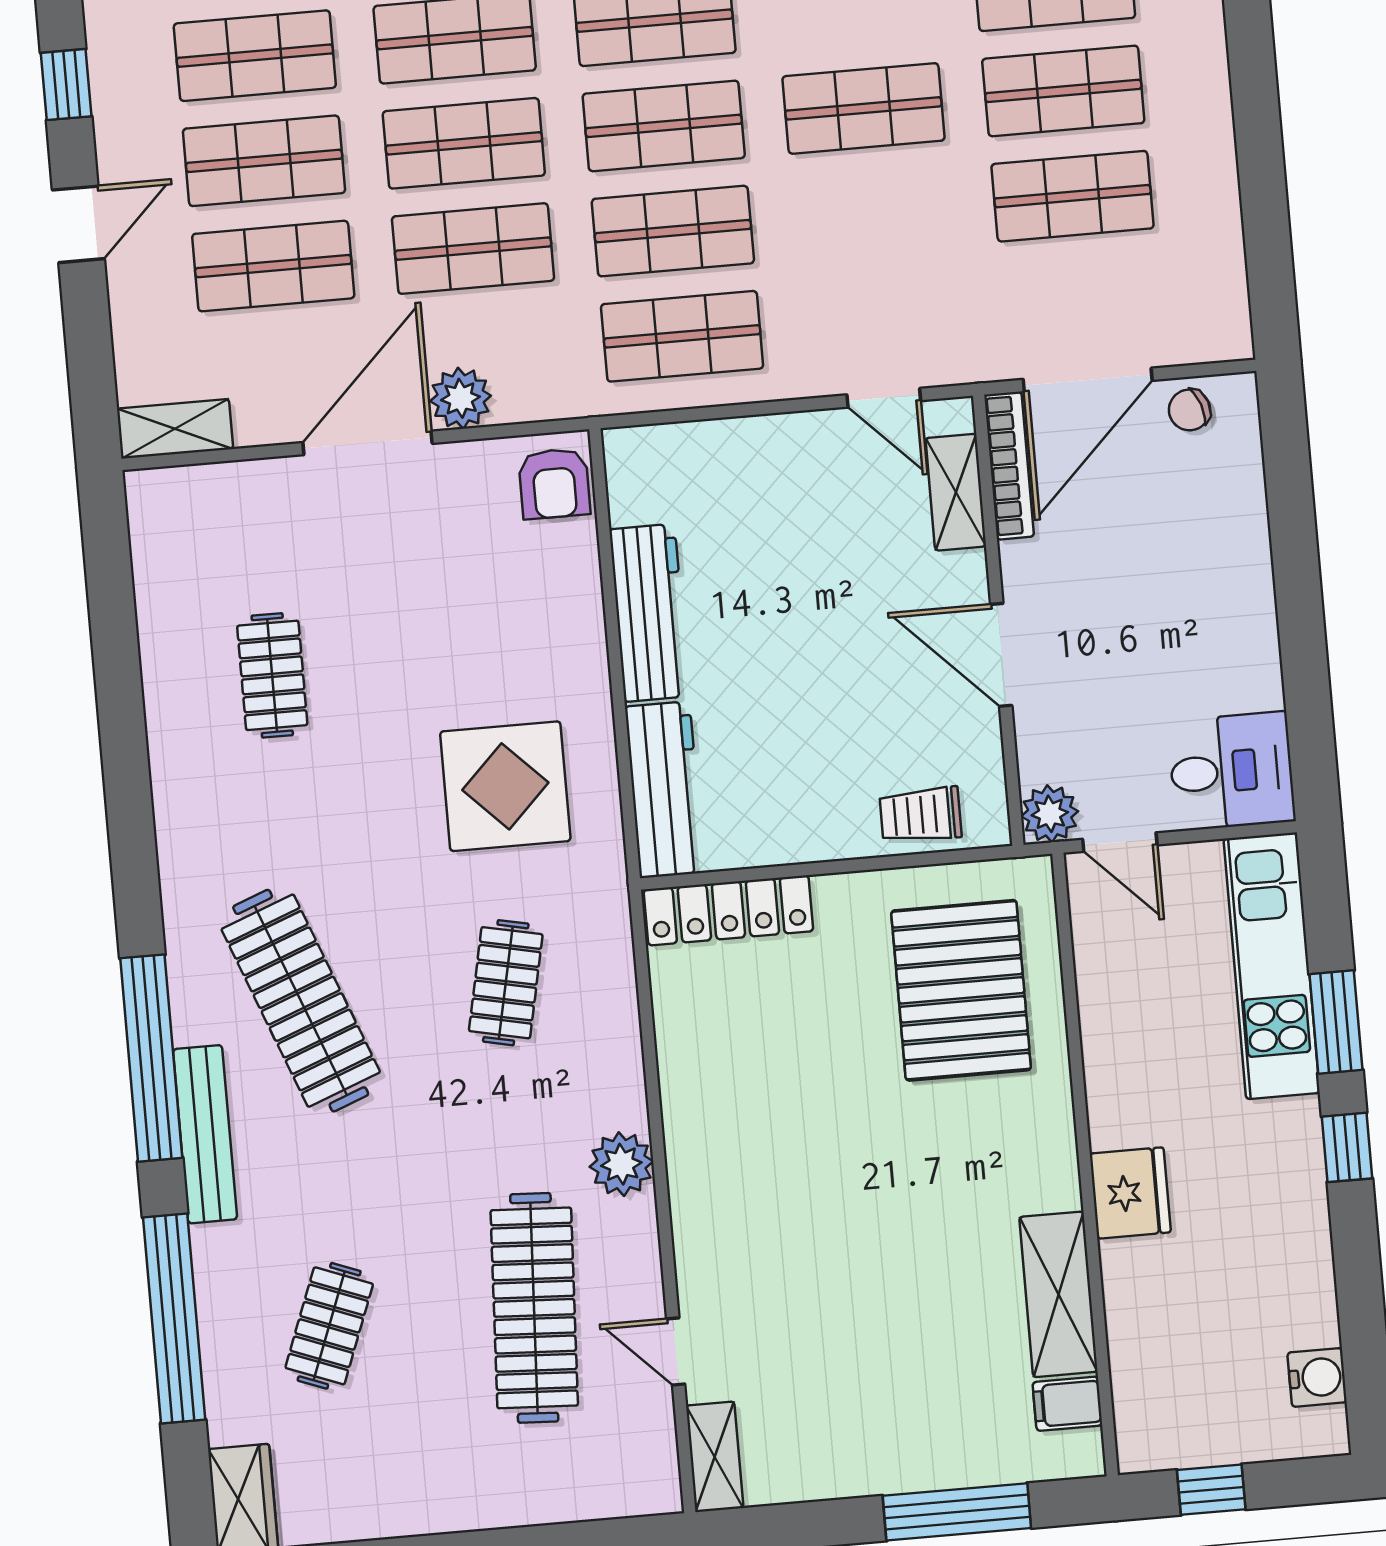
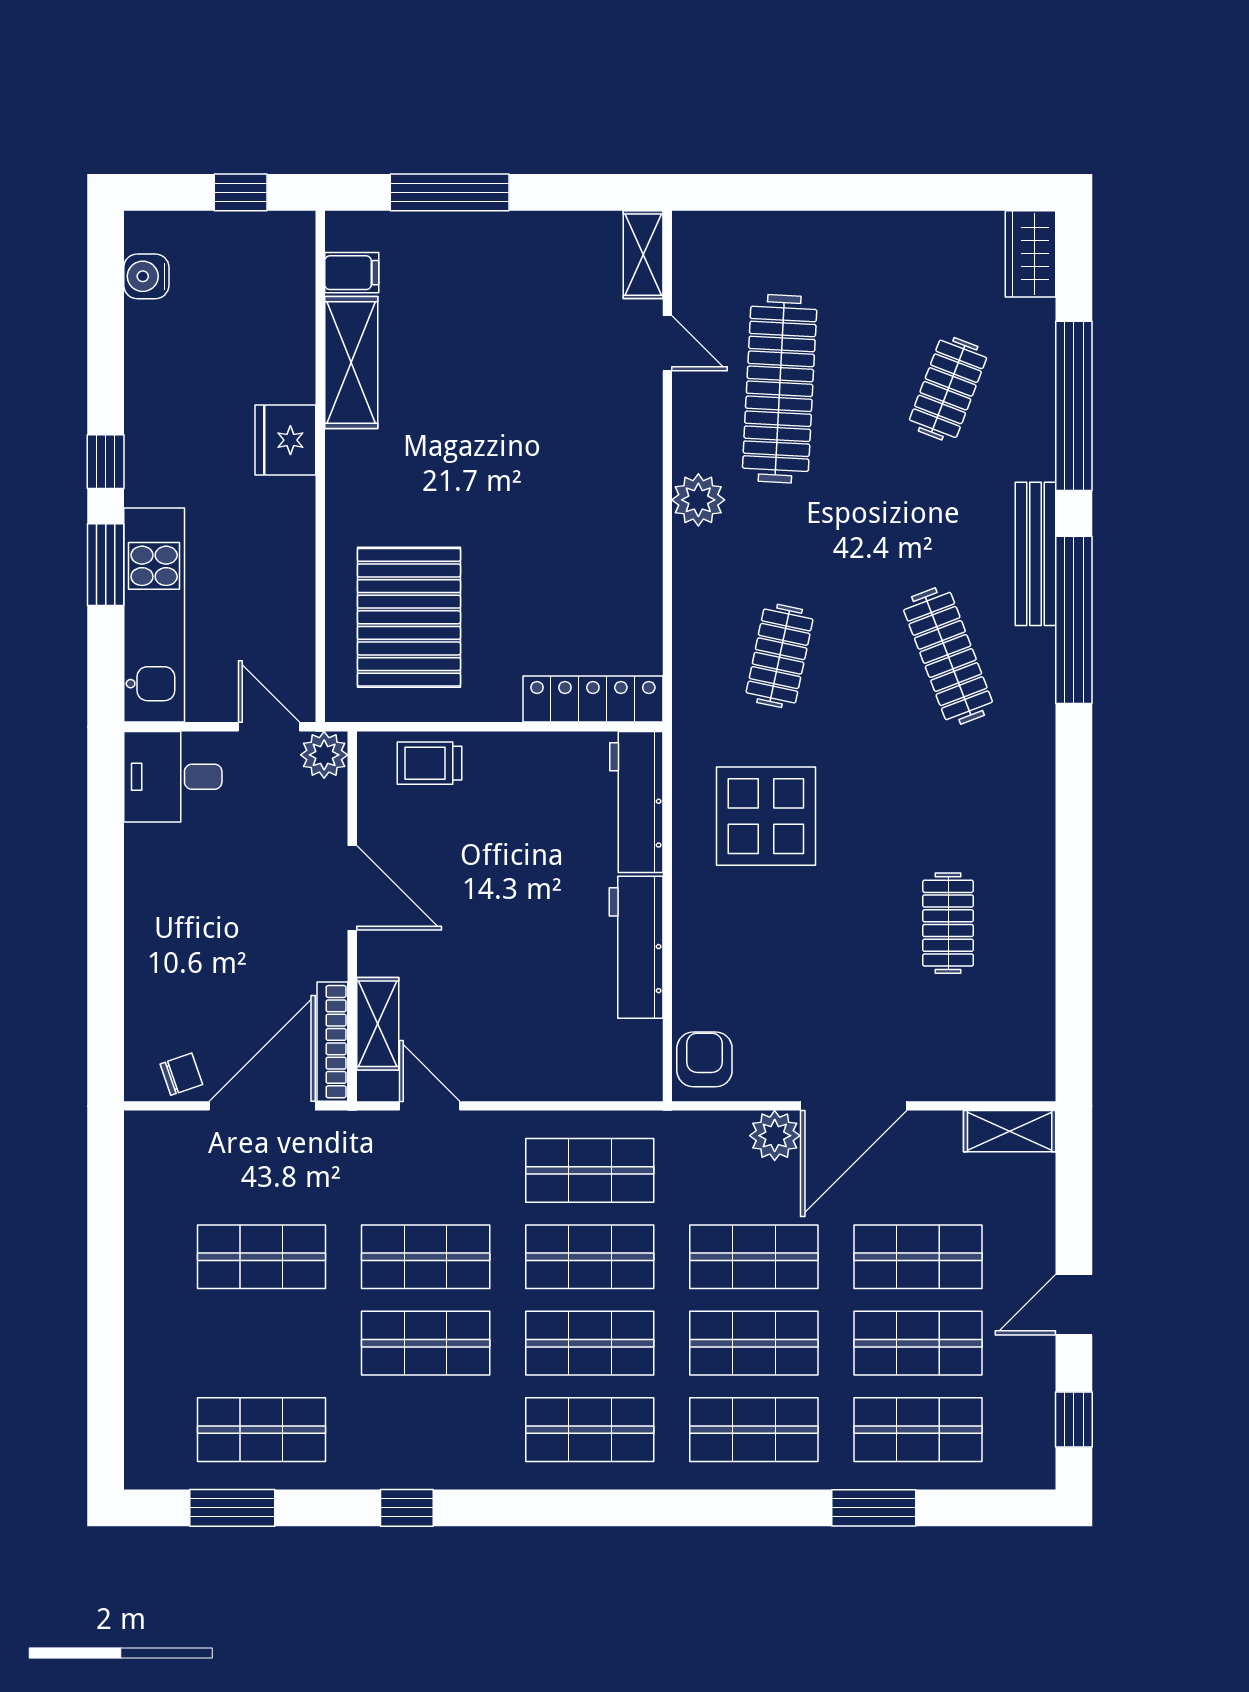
shop shelf: (1063, 91) -> (426, 1257), moved
trolley: (920, 815) -> (430, 763), turned 180
clothes rail: (301, 1001) -> (948, 656), width x0.73, depth x0.76

